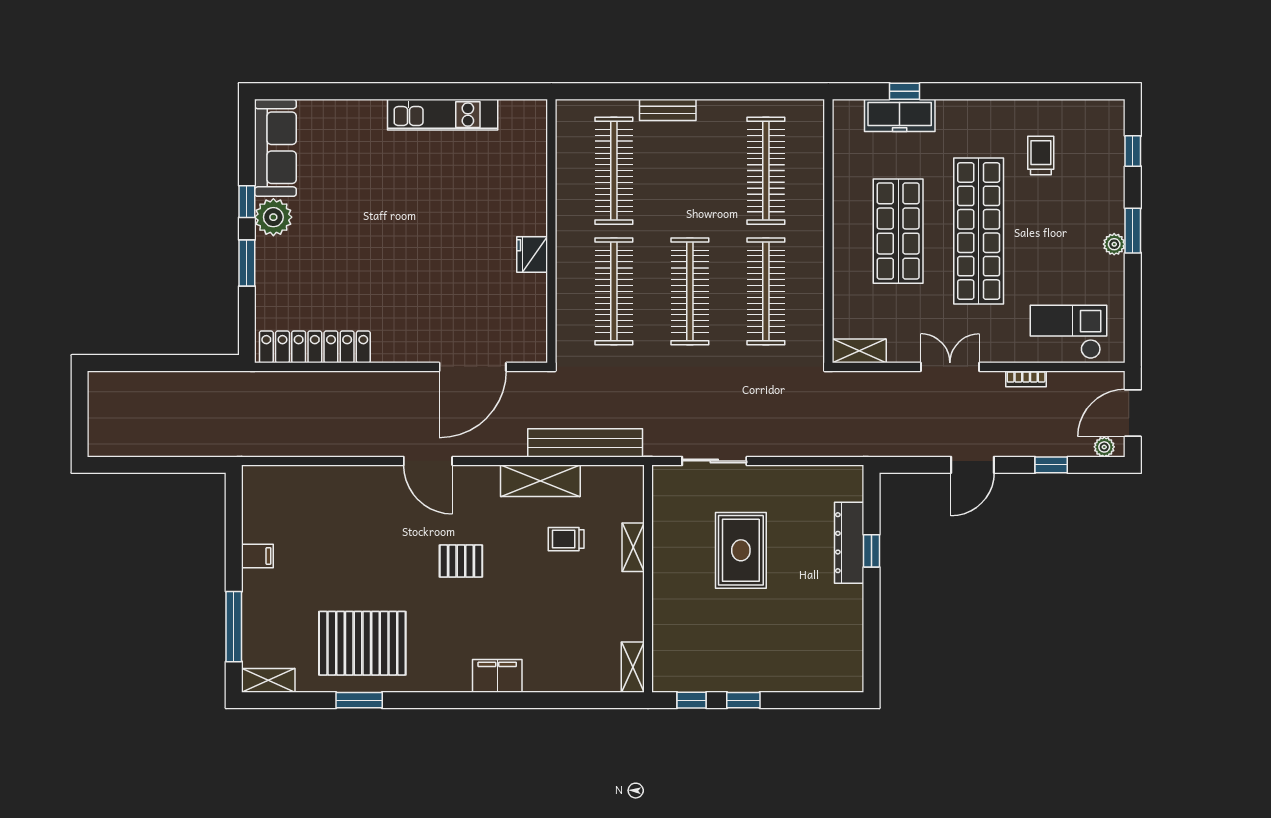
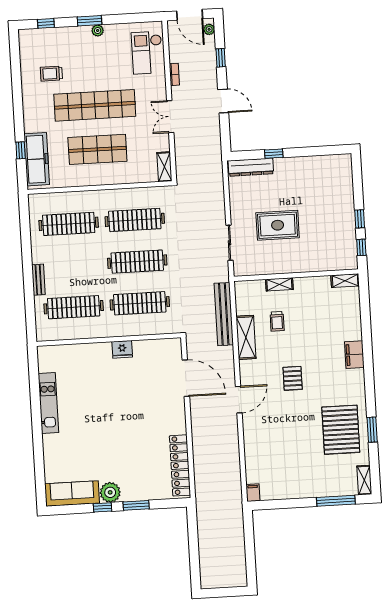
freezer: (900, 115) -> (37, 159), width x1.36, depth x1.26
dresser: (849, 543) -> (251, 167), moved
filing cabinet: (257, 556) -> (253, 493), moved

